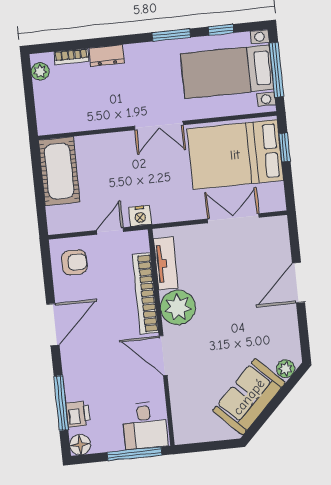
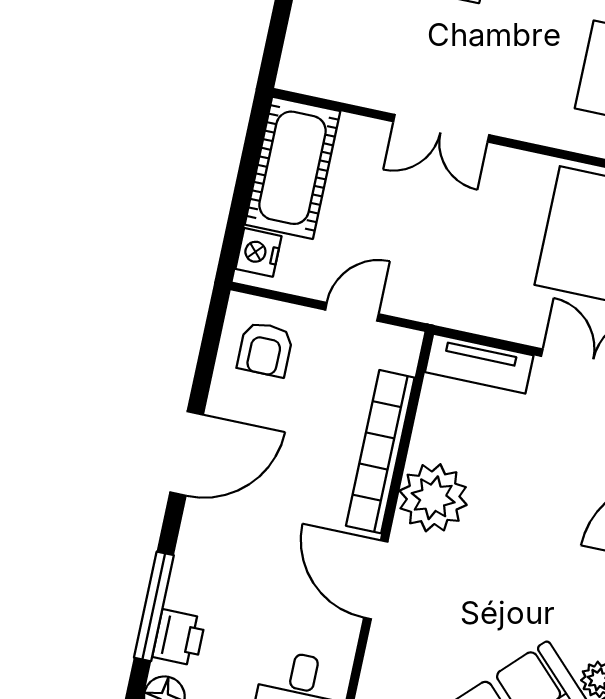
double door: (159, 125) -> (441, 128), moved
nightstand: (140, 216) -> (258, 252), moved, turned 90
armchair: (74, 262) -> (265, 349), turned 90
tv unit: (166, 263) -> (479, 364), moved, turned 90

